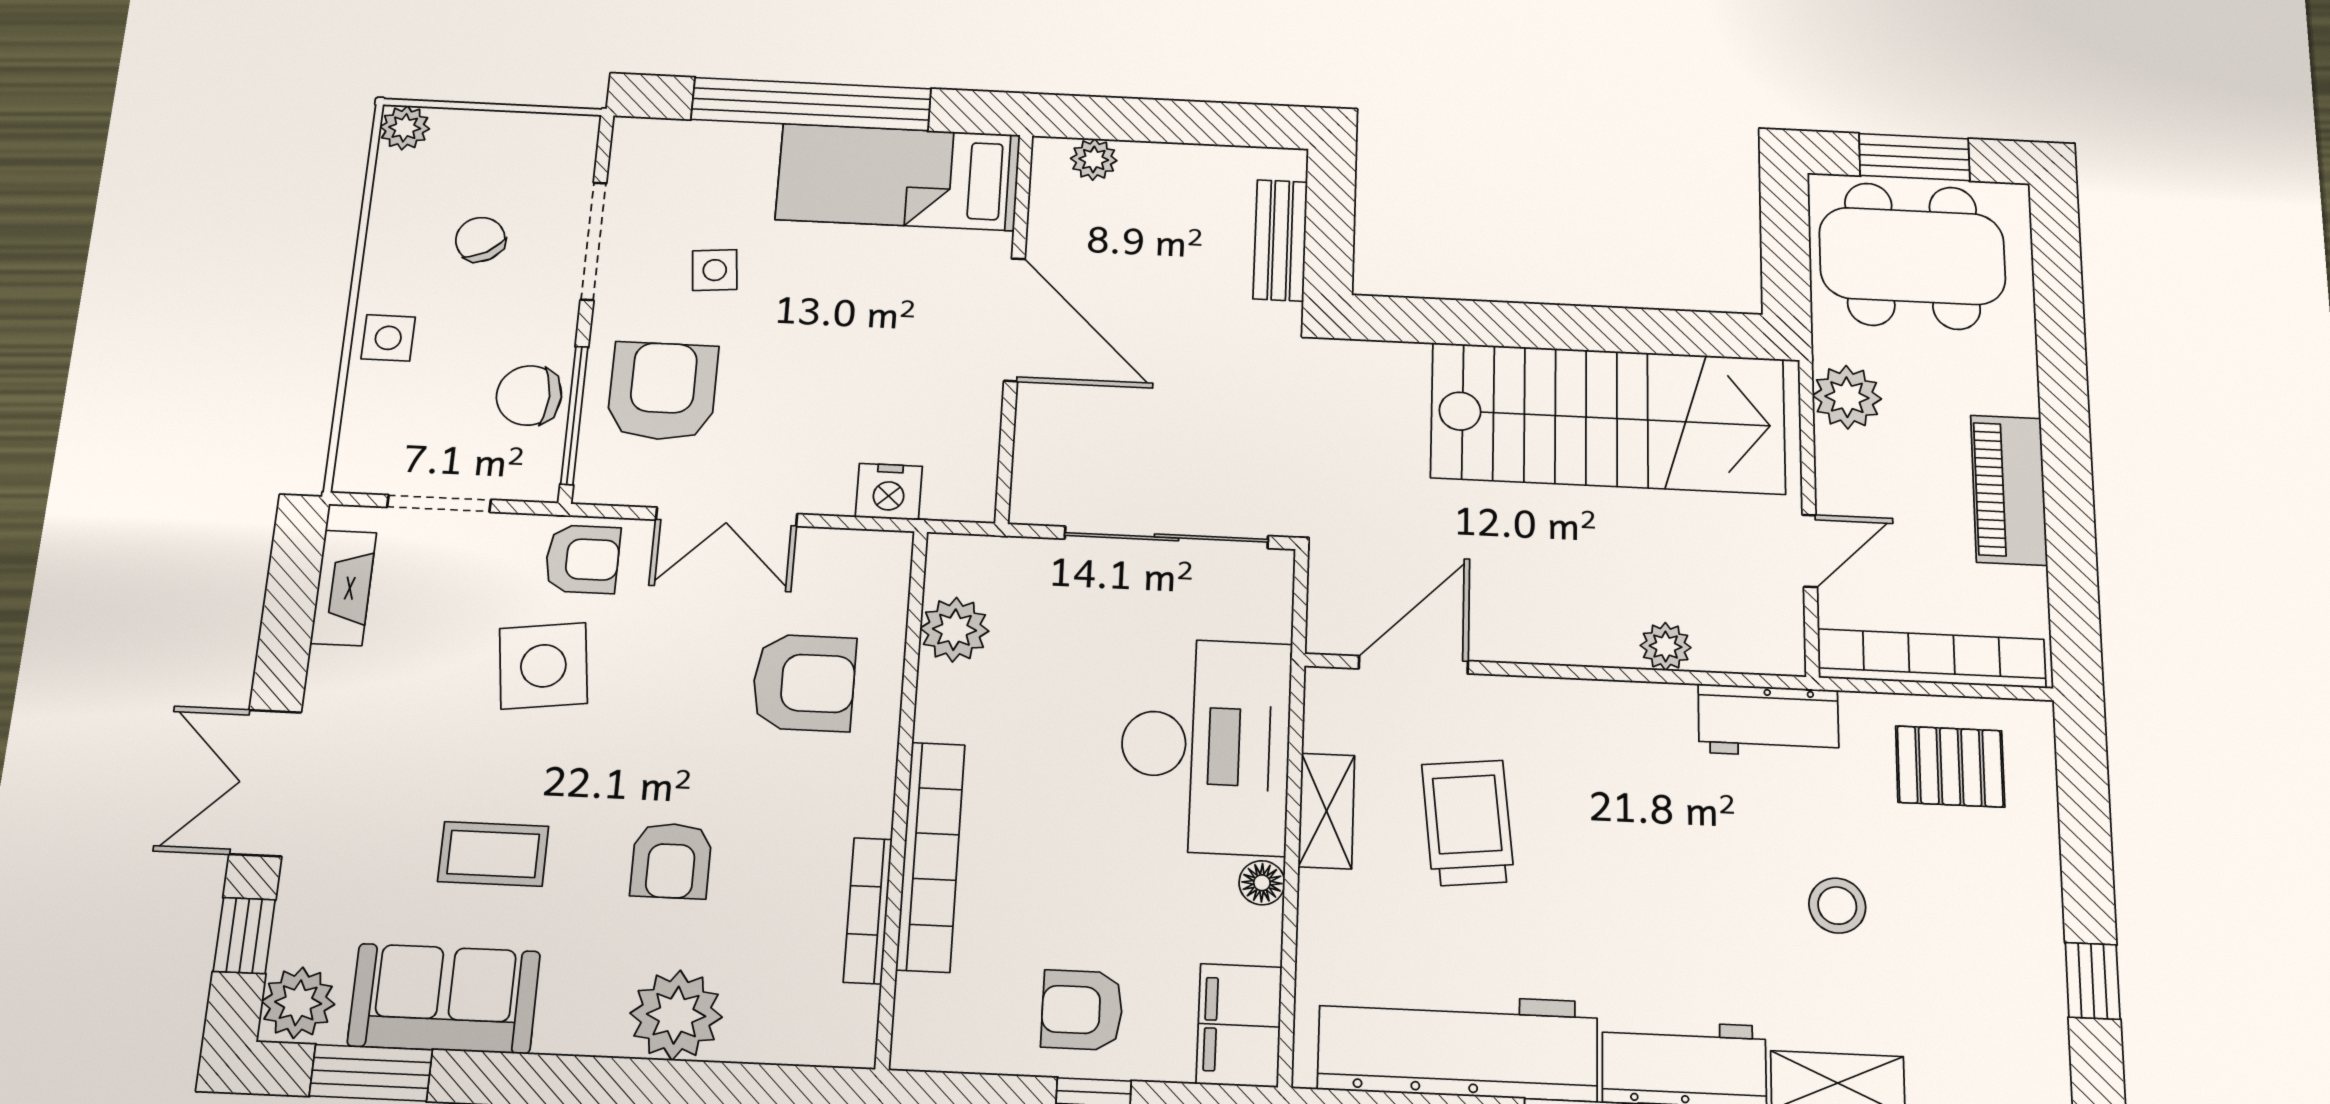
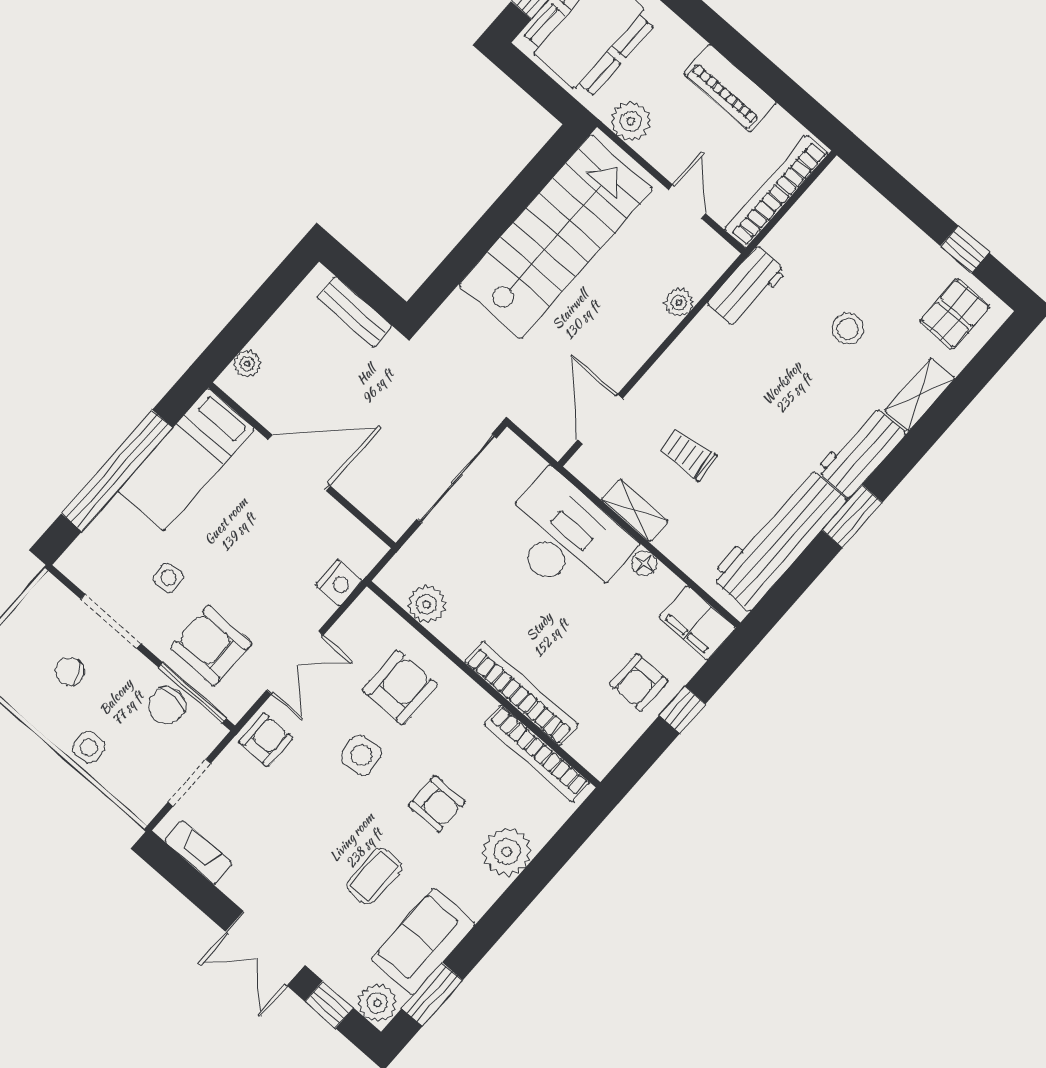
side table: (543, 666) -> (361, 755), moved, width x0.73, depth x0.73
pallet: (1950, 766) -> (955, 314), moved
trolley: (1468, 823) -> (688, 455), width x0.73, depth x0.72
bookcase: (868, 910) -> (537, 753), width x1.48, depth x1.31

